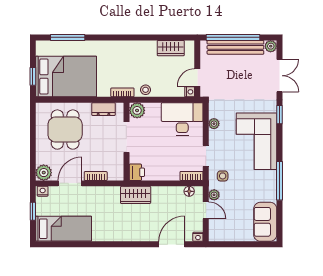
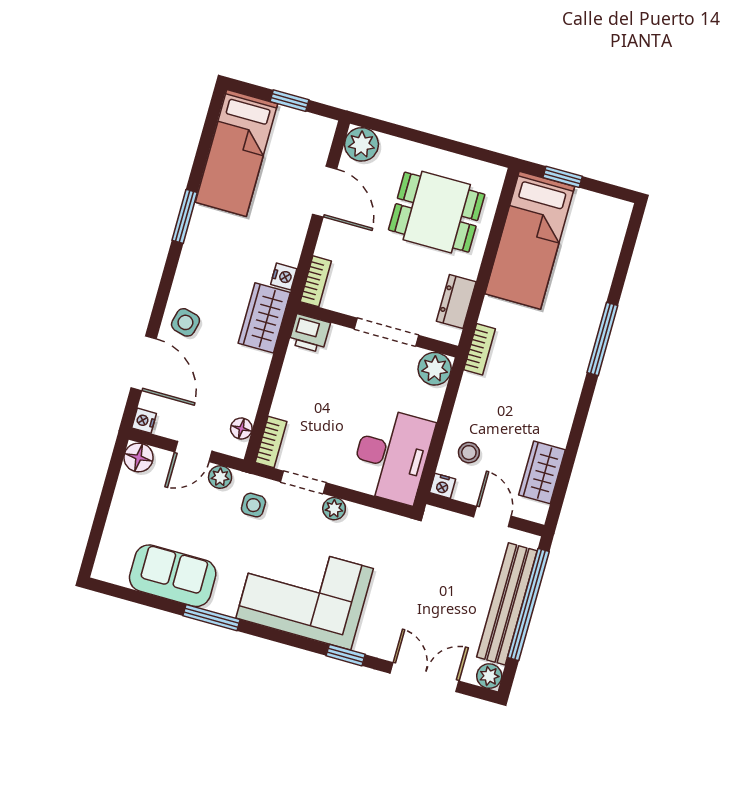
window: (68, 37) -> (602, 339), moved
double door: (279, 76) -> (424, 677), swing flipped
bed: (66, 77) -> (530, 240), width x0.67
door: (197, 77) -> (492, 516), moved
stool: (146, 90) -> (469, 453), moved
plant: (214, 124) -> (334, 509), moved
bookcase: (96, 176) -> (316, 281), moved
window: (279, 181) -> (211, 618), width x0.69
nightstand: (43, 191) -> (284, 277), moved
sofa: (265, 222) -> (173, 576), moved
side table: (148, 230) -> (185, 322), added
floor lamp: (215, 235) -> (139, 457), added
window: (99, 244) -> (185, 216), added

